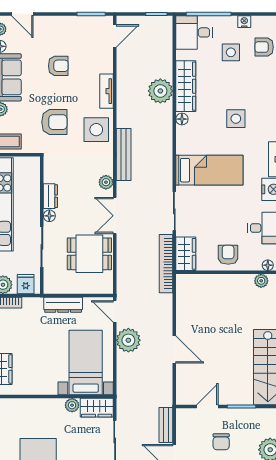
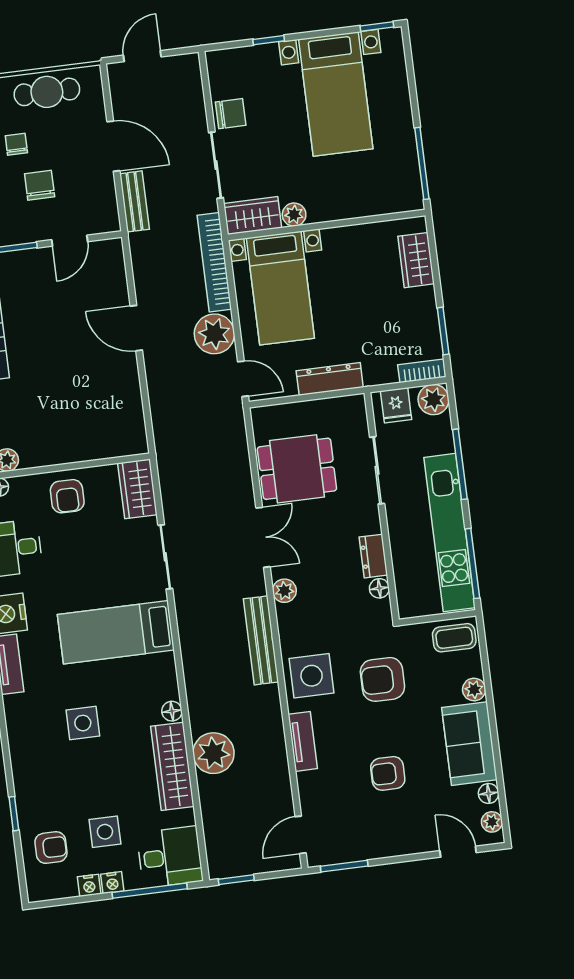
nightstand: (230, 22) -> (112, 883), added
floor lamp: (49, 216) -> (379, 588), moved
bookcase: (166, 264) -> (214, 262), moved, turned 180

